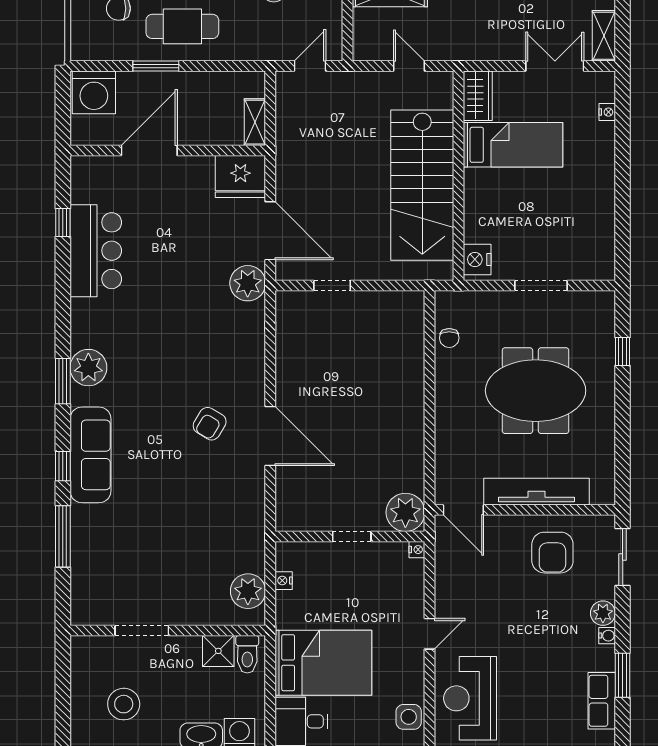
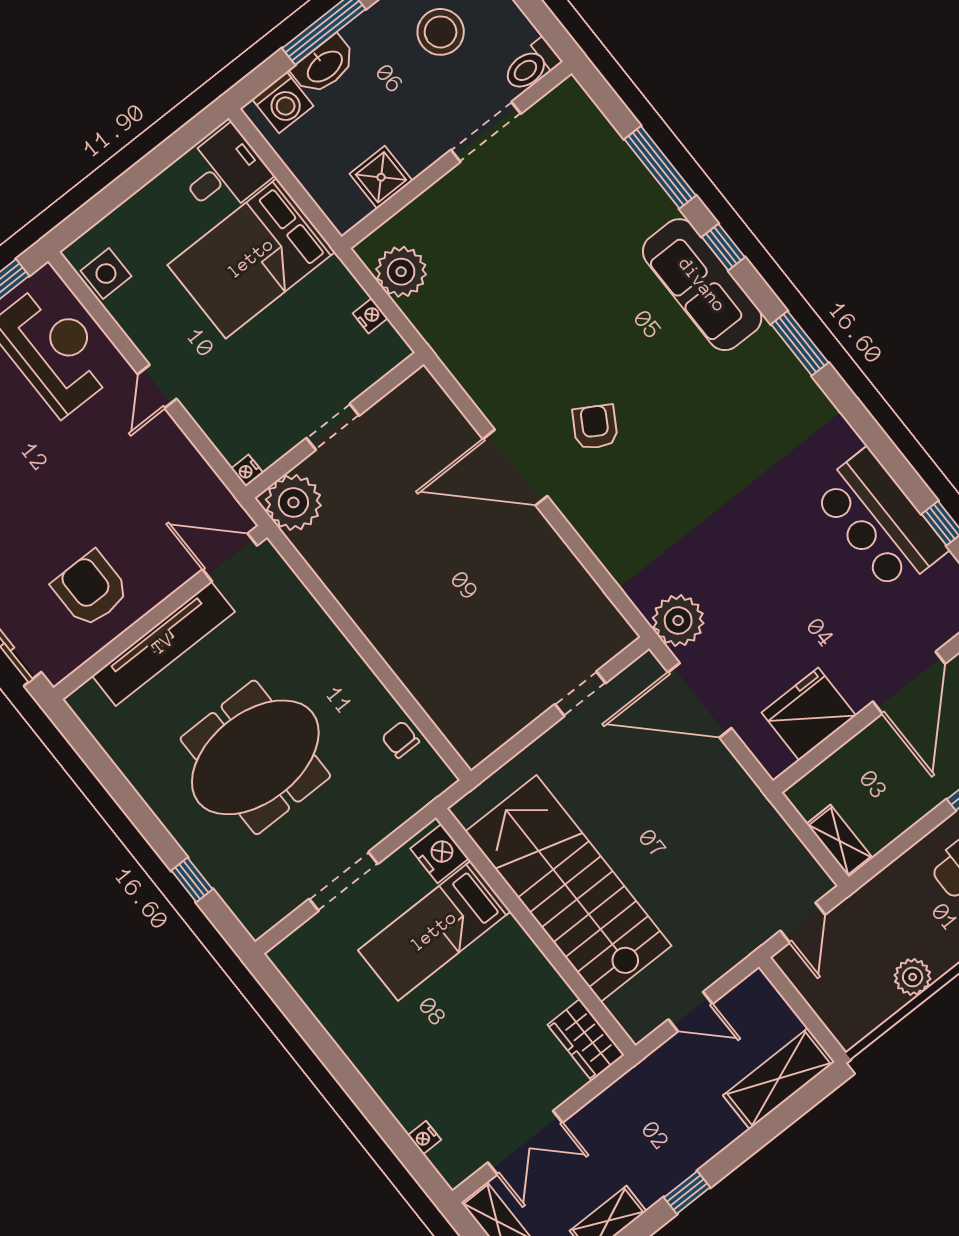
shelving: (255, 122) -> (840, 841), moved
bed: (513, 145) -> (434, 931), moved
fridge: (240, 177) -> (809, 714), moved
plant: (88, 368) -> (783, 382), removed
toilet: (247, 654) -> (531, 66), moved, turned -90

